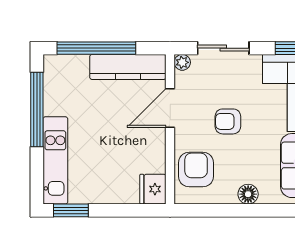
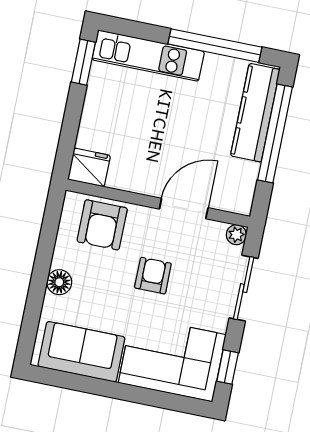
kitchen counter: (128, 67) -> (255, 113), moved
door: (170, 108) -> (184, 208), hinge flipped
armchair: (196, 170) -> (102, 225), turned 90

